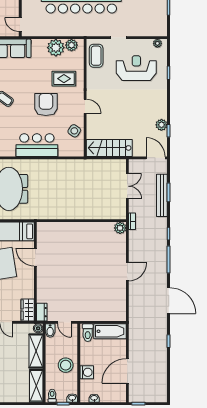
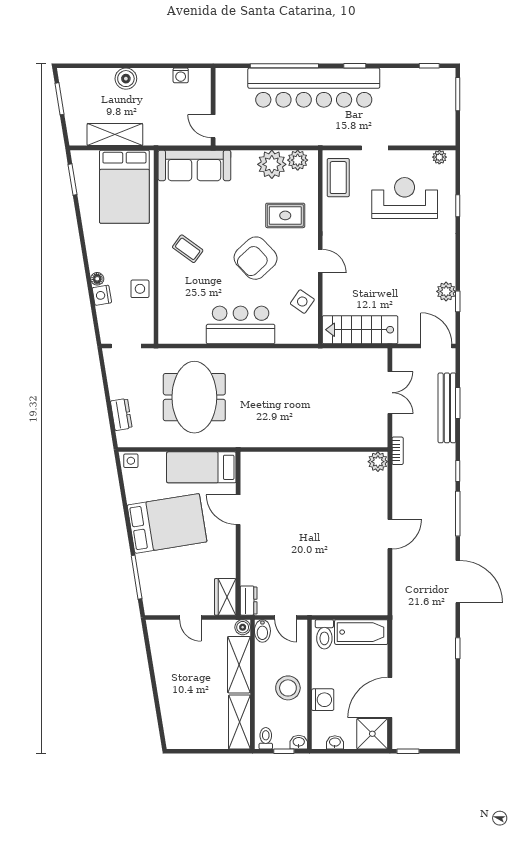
armchair: (46, 105) -> (256, 258), turned -133
shower: (117, 393) -> (372, 734), added

